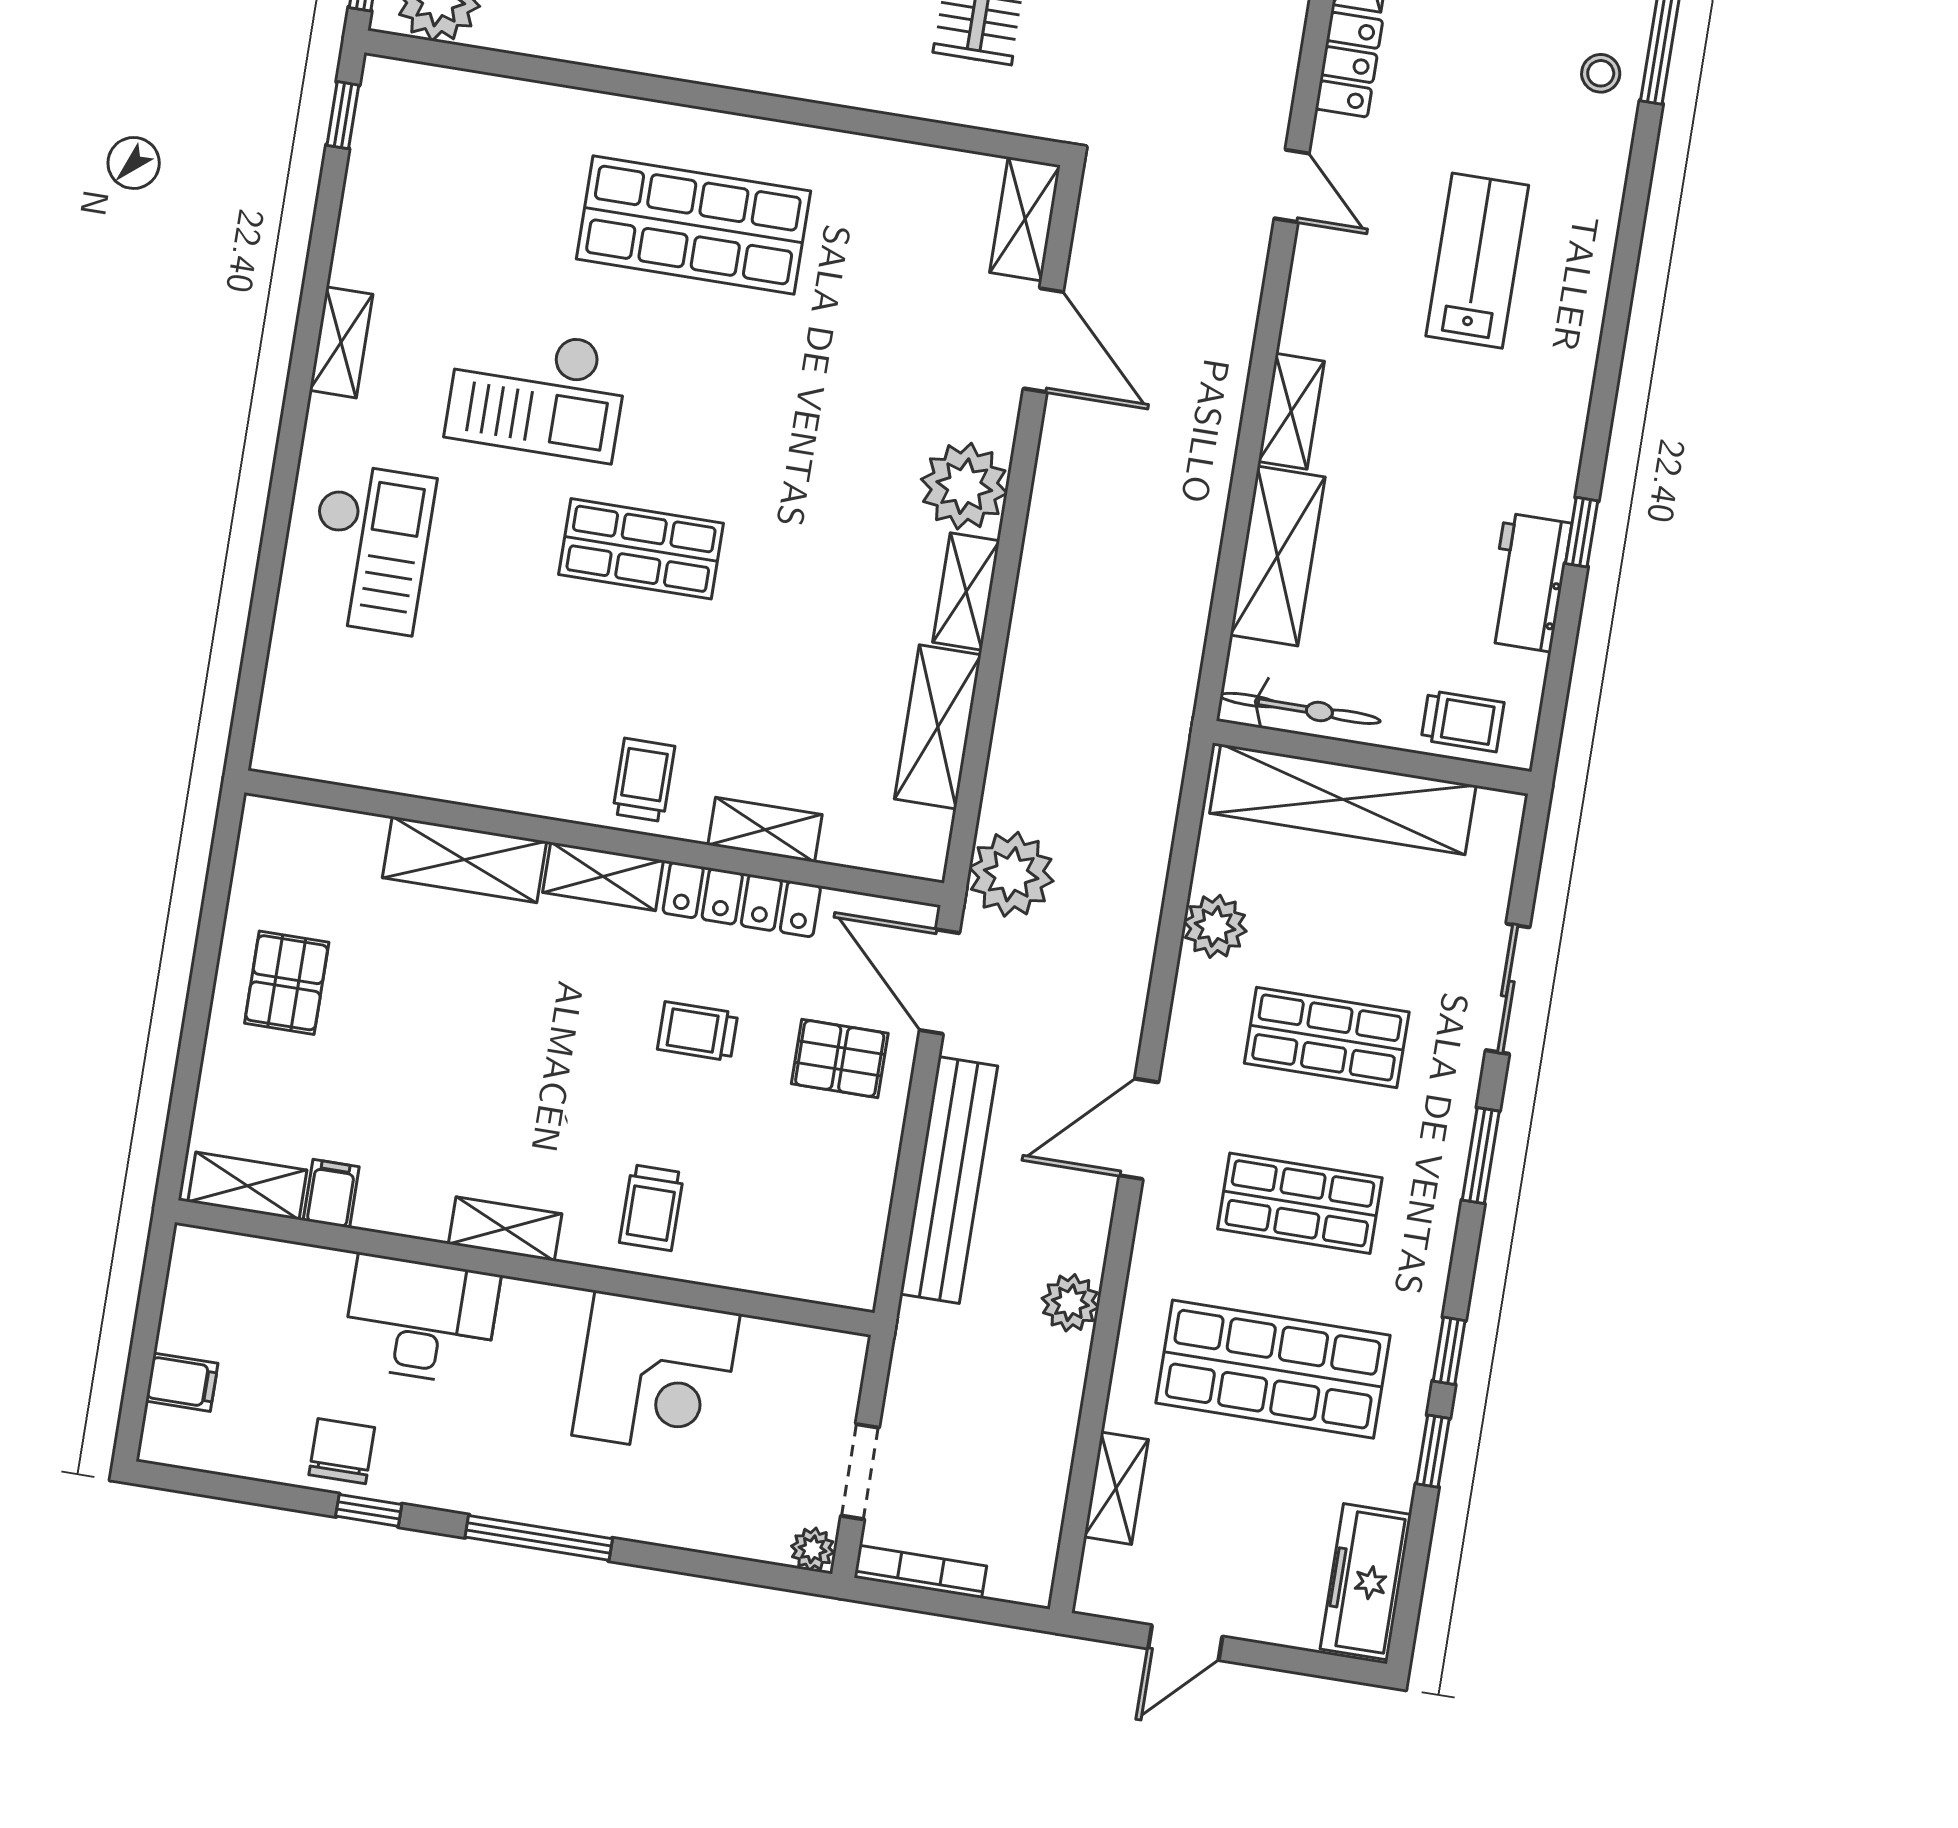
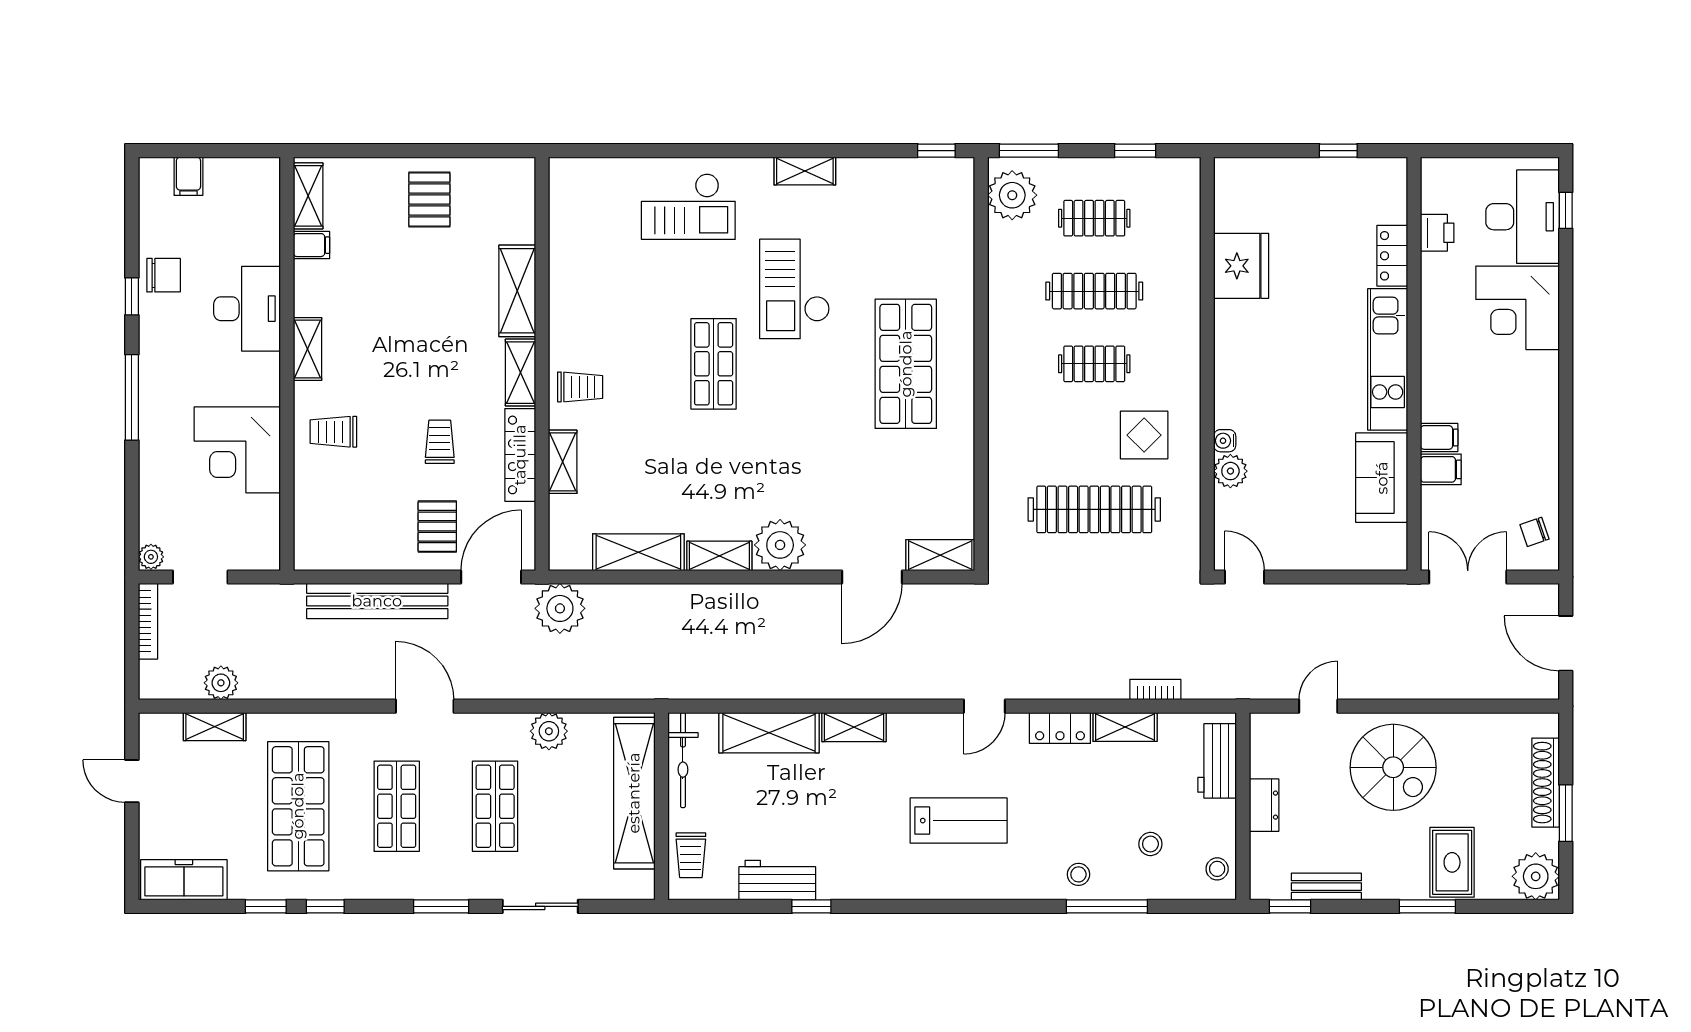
pallet: (287, 983) -> (429, 199), turned 90
plant: (1070, 1303) -> (221, 683), moved

